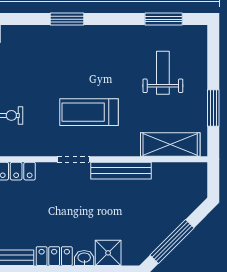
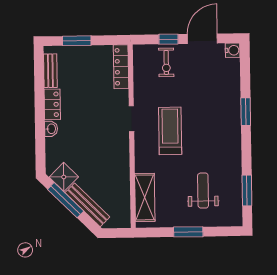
weight bench: (163, 73) -> (203, 191), turned -90
window: (213, 108) -> (188, 232), moved
bench: (121, 171) -> (87, 205), moved, turned -45
shower: (108, 253) -> (64, 177), moved, turned 45

